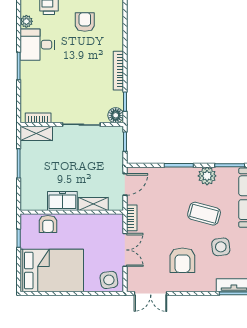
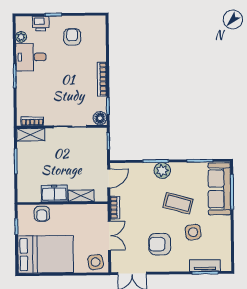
plant: (207, 176) -> (162, 170), moved
armchair: (182, 260) -> (160, 244), turned 90

